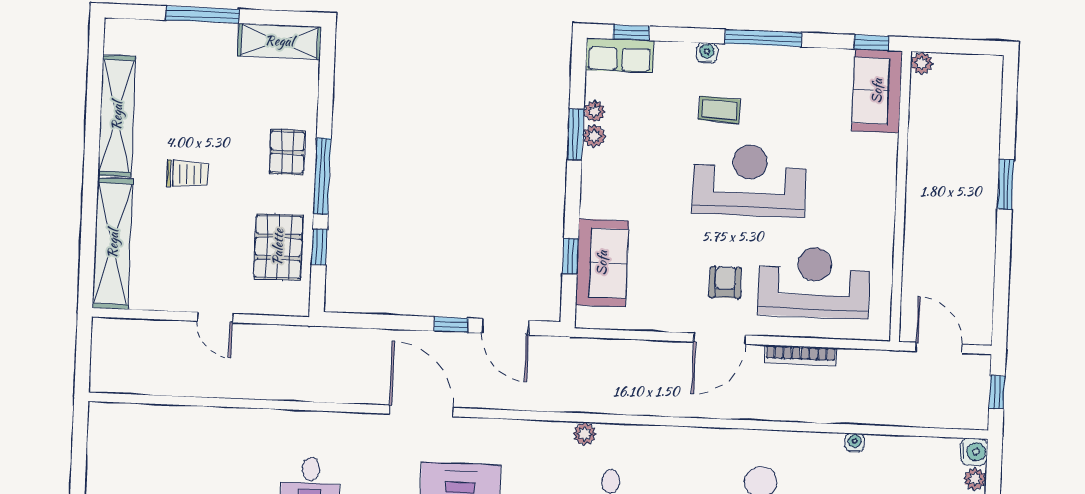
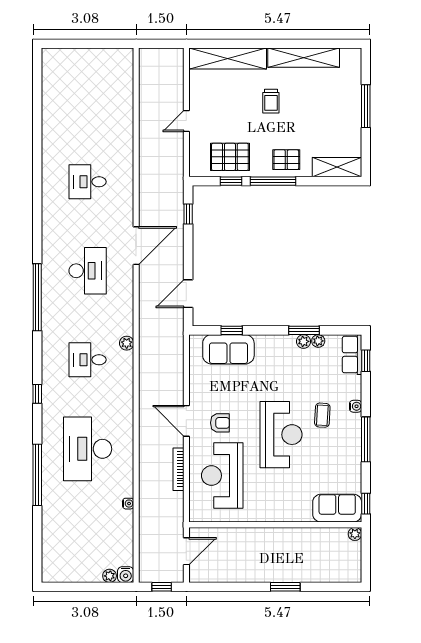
shelving: (279, 41) -> (337, 167), moved, turned 90
reception desk: (814, 282) -> (222, 476), turned 180
window: (451, 325) -> (188, 214), moved

